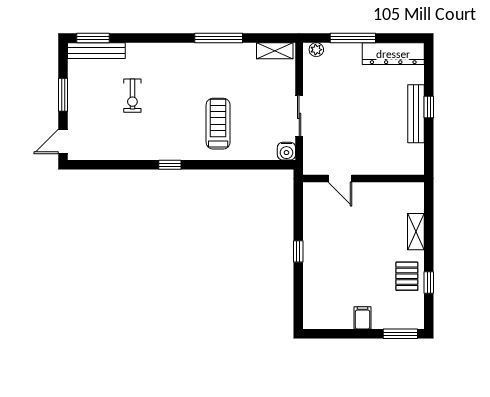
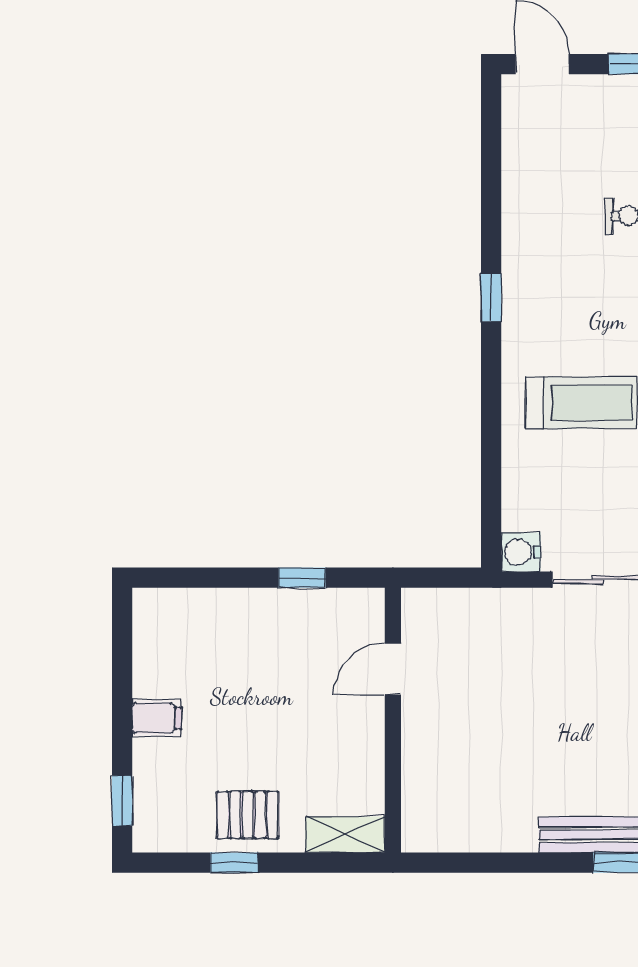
door: (340, 179) -> (393, 669), moved
wall: (363, 179) -> (393, 720), moved
window: (400, 334) -> (122, 801), width x0.67

